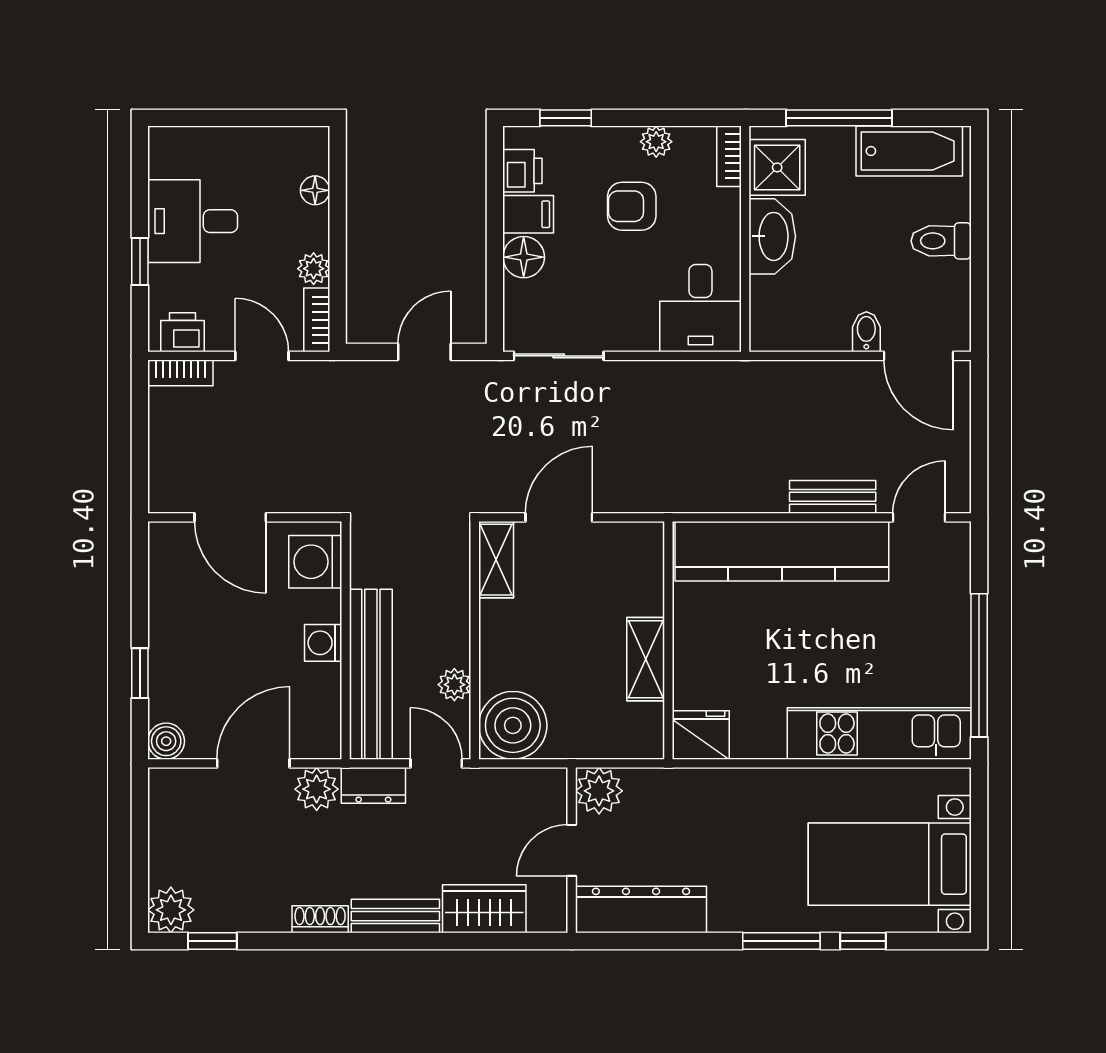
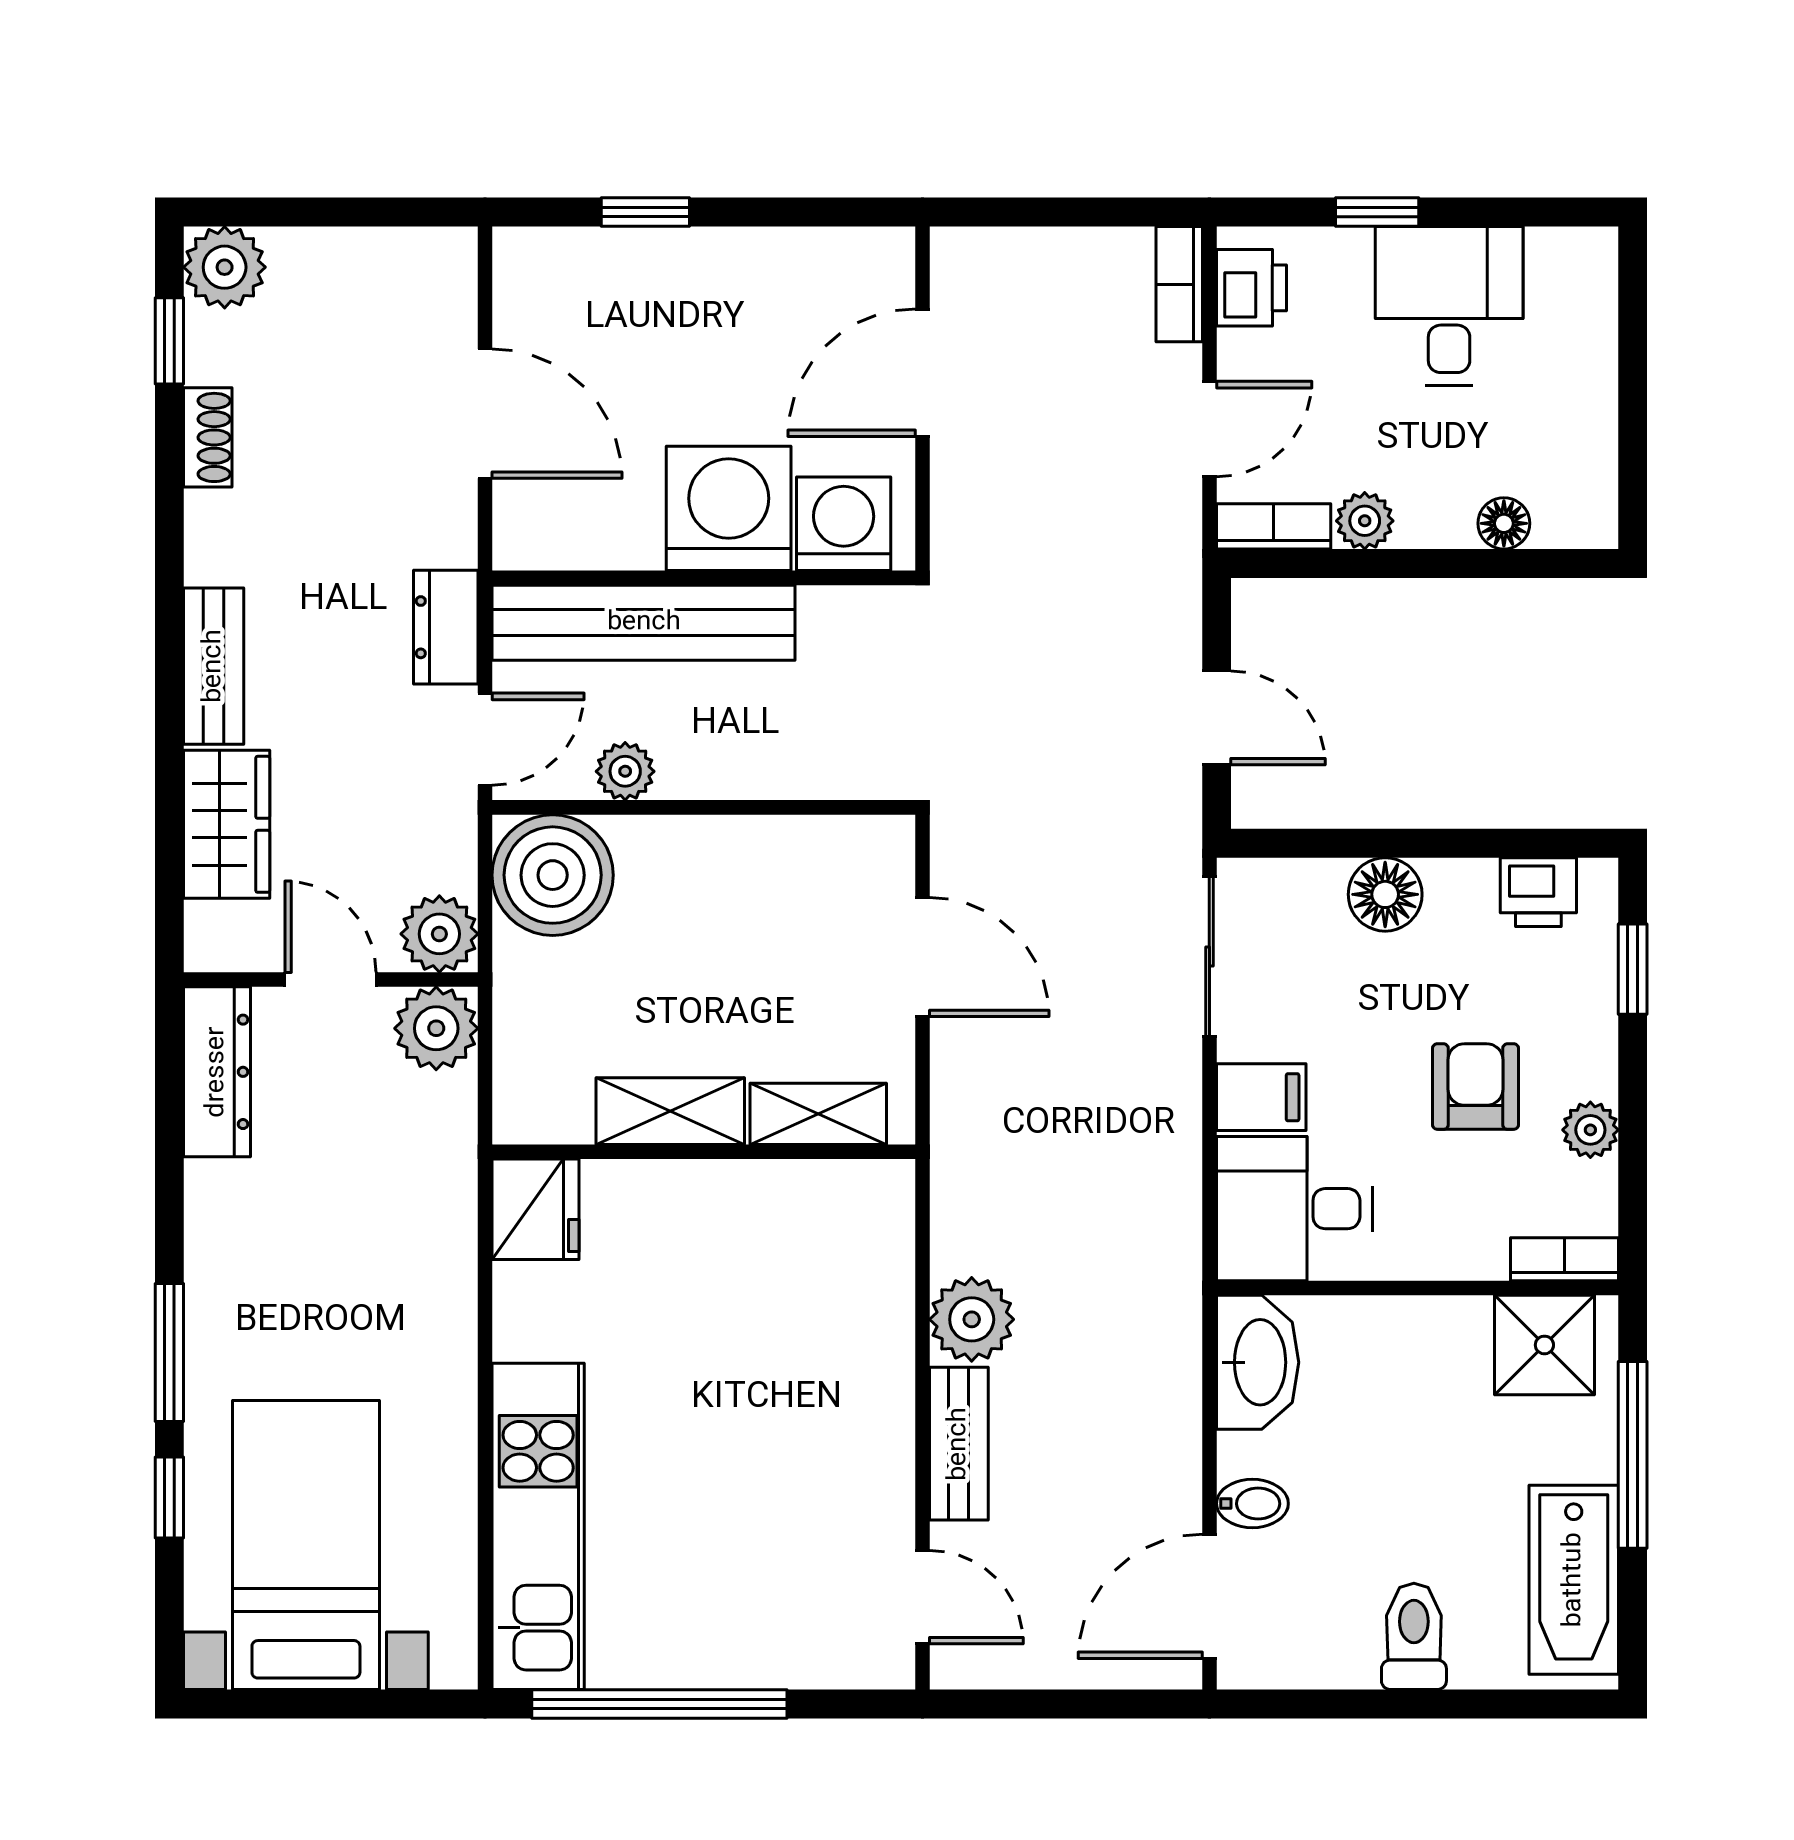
filing cabinet: (528, 214) -> (1261, 1097), moved, turned -90
washbasin: (772, 236) -> (1258, 1362), moved, turned -90
plant: (763, 490) -> (972, 1319), added
kitchen counter: (782, 551) -> (862, 1353), removed
shelving: (496, 560) -> (818, 1114), moved
washing machine: (323, 643) -> (729, 508), width x1.89, depth x1.89
boiler: (166, 741) -> (524, 259), removed
plant: (317, 789) -> (439, 934), moved
dresser: (641, 910) -> (217, 1072), width x0.73, depth x0.80
shoe rack: (320, 919) -> (208, 437), moved

